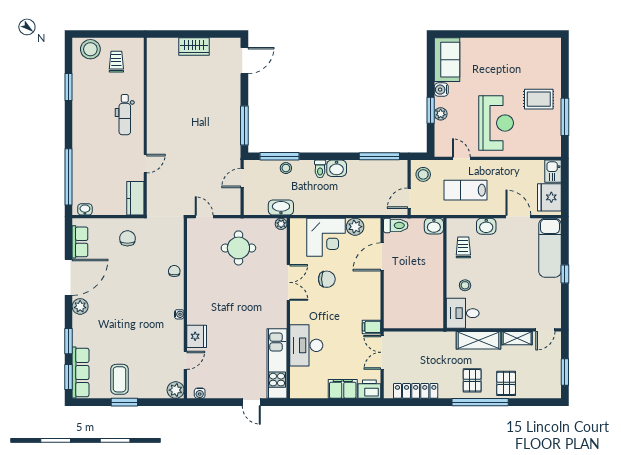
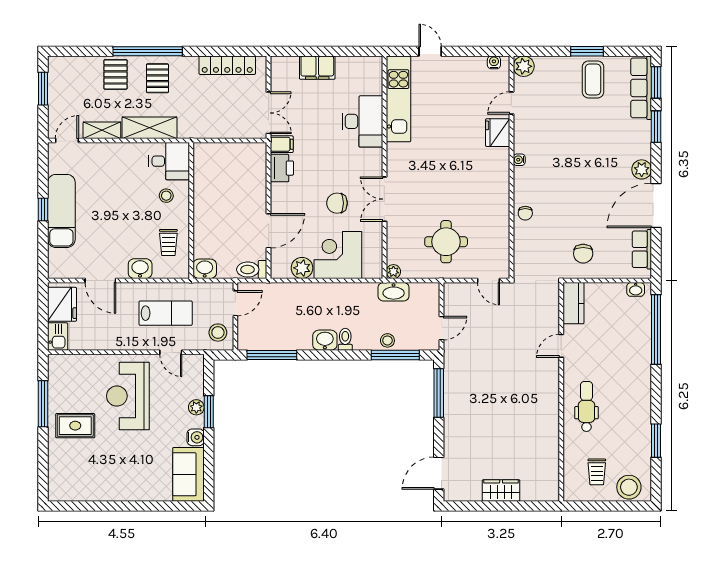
exam couch: (550, 248) -> (61, 211), moved
printer: (369, 389) -> (282, 168), moved, turned -90

